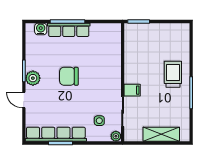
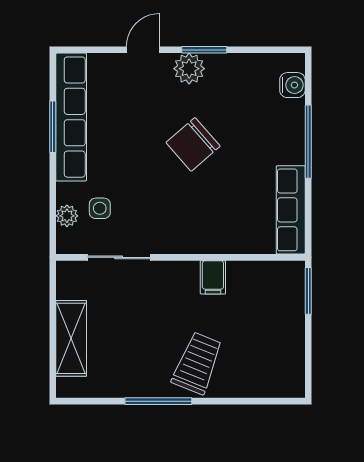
row of seats: (69, 30) -> (291, 210), moved
trolley: (173, 74) -> (197, 363), turned -68
chair: (69, 76) -> (193, 144), turned -131
filing cabinet: (132, 90) -> (213, 277), moved
plant: (116, 136) -> (67, 216), moved

